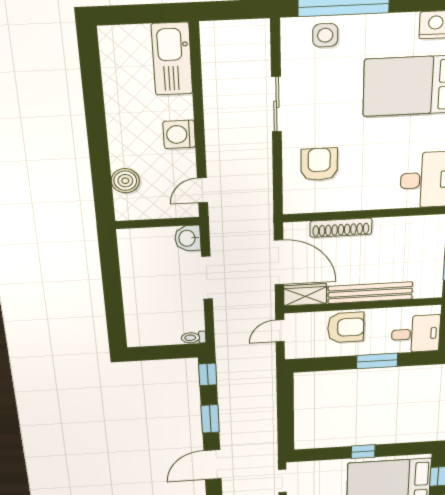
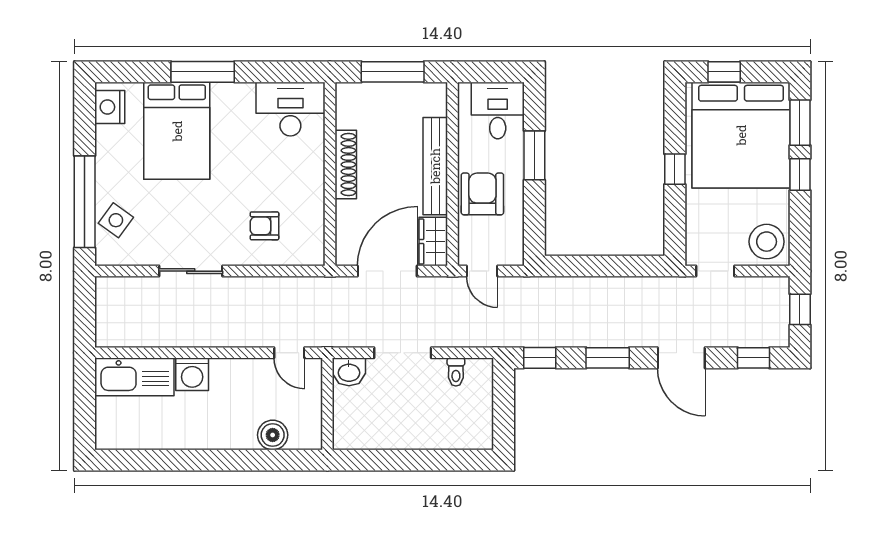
side table: (325, 35) -> (116, 220), turned 36
washing machine: (179, 134) -> (192, 374), moved
armchair: (319, 164) -> (264, 226), width x0.72, depth x0.72
shoe rack: (341, 228) -> (346, 165), moved
toilet: (194, 338) -> (456, 372), moved

